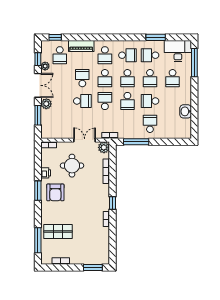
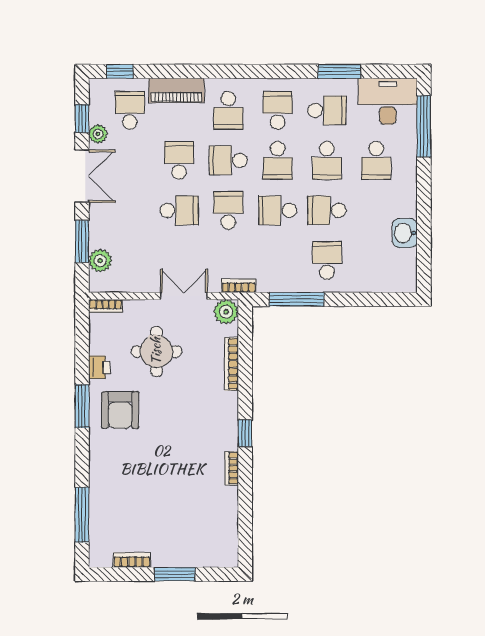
school desk: (60, 55) -> (130, 110), turned 180
school desk: (127, 55) -> (278, 110), turned -90
school desk: (150, 55) -> (327, 110), turned 180
school desk: (105, 78) -> (228, 160), turned 90
school desk: (127, 101) -> (278, 210), turned 90
plant: (46, 104) -> (100, 261), moved
shop shelf: (58, 231) -> (126, 495), removed
window: (93, 268) -> (175, 574), moved

